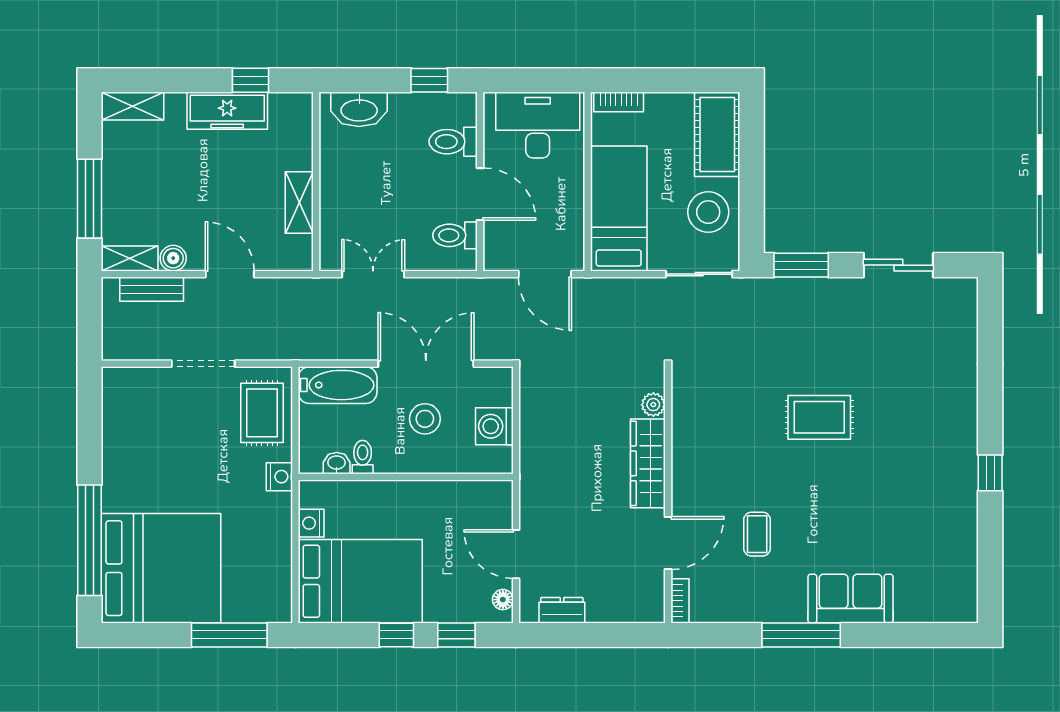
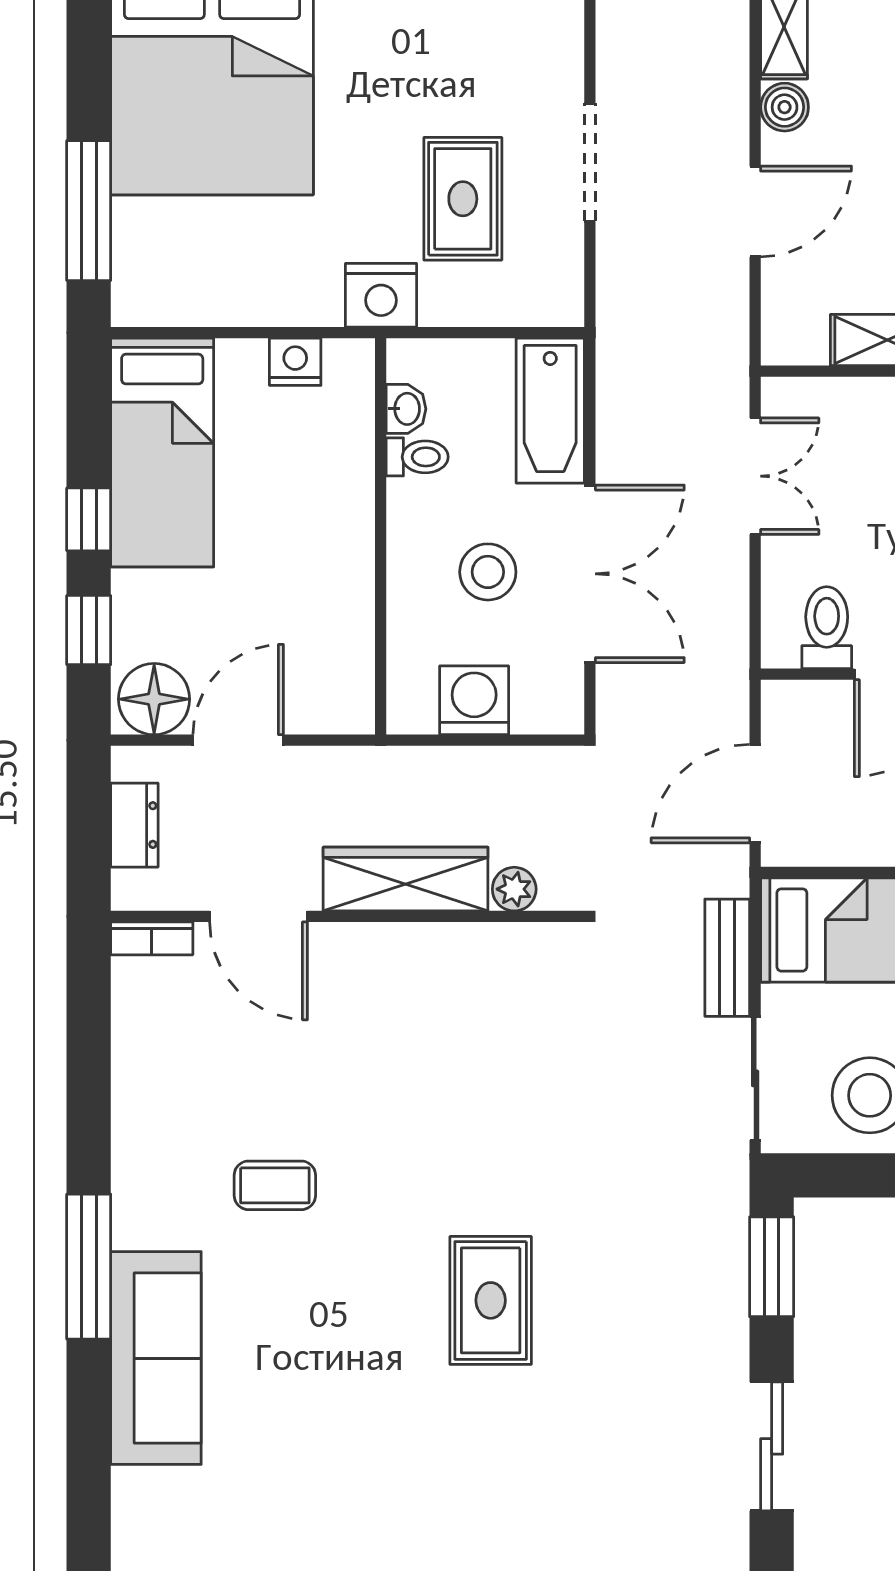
bench: (152, 289) -> (727, 958), moved
plant: (653, 405) -> (514, 889), moved
rug: (262, 413) -> (463, 199), moved, turned 90
wardrobe: (648, 463) -> (406, 879), moved
nightstand: (279, 477) -> (381, 295), width x1.36, depth x1.33
wall: (668, 495) -> (348, 916), moved
door: (668, 543) -> (259, 916), moved
bed: (360, 581) -> (162, 453), width x0.67
sofa: (850, 599) -> (156, 1358), width x1.36
floor lamp: (503, 600) -> (154, 699), width x1.89, depth x1.89
bookcase: (680, 601) -> (152, 938), moved

